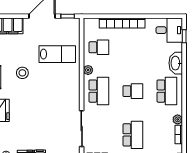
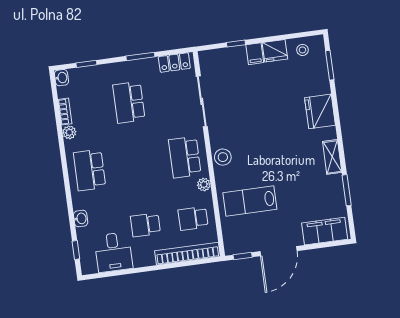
bookcase: (122, 23) -> (188, 254), moved
desk: (169, 30) -> (114, 252), moved, turned -90
washbasin: (176, 63) -> (81, 219), width x0.52, depth x0.69
stool: (22, 73) -> (223, 157), moved
school desk: (133, 91) -> (145, 225), moved

